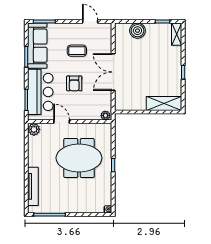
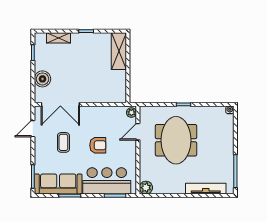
shelving: (177, 34) -> (59, 38), moved
double door: (113, 72) -> (60, 104), moved
door: (62, 122) -> (138, 132), moved

